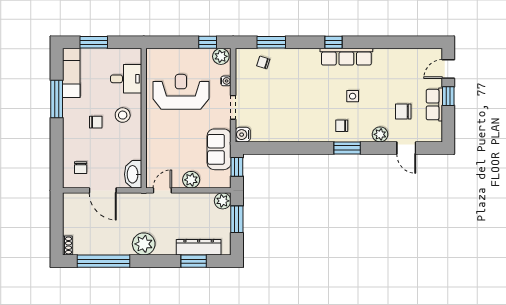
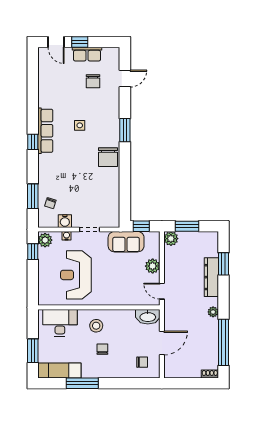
desk: (126, 79) -> (60, 323), width x1.37
chair: (342, 126) -> (108, 157), moved, width x1.87, depth x1.87
plant: (380, 134) -> (113, 101), removed
water cooler: (243, 135) -> (65, 221), moved
plant: (144, 244) -> (213, 312), width x0.53, depth x0.53
dresser: (199, 247) -> (211, 277), moved

